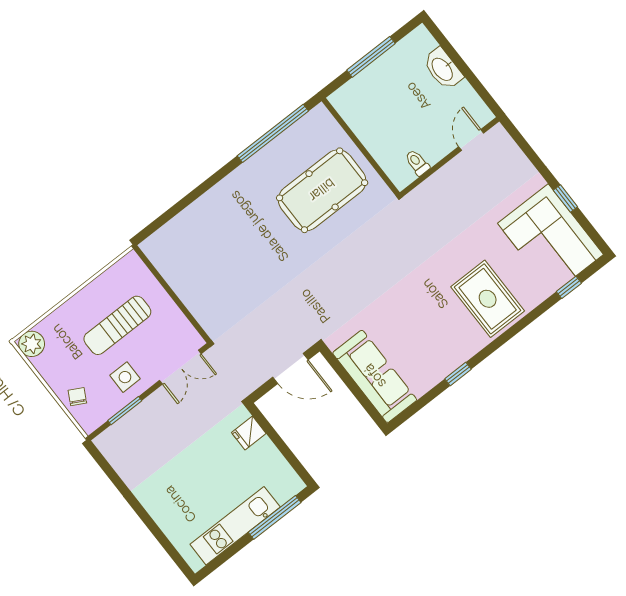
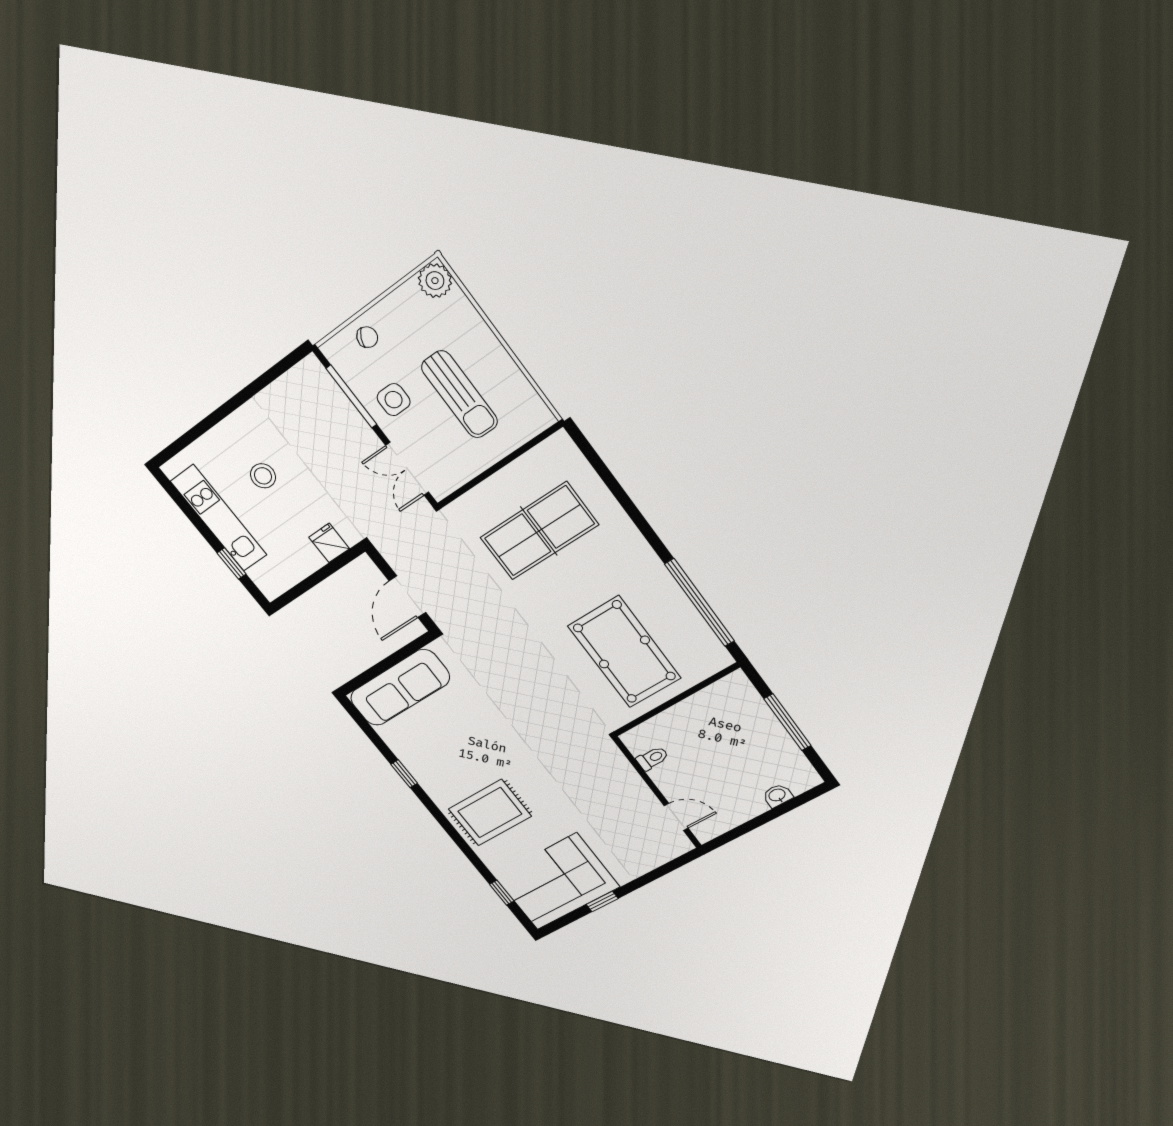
washbasin: (443, 69) -> (777, 795), width x0.52, depth x0.69
table tennis table: (224, 262) -> (539, 531), added
sun lounger: (117, 325) -> (460, 394), turned 180
window: (125, 411) -> (351, 396), width x1.44
stool: (195, 486) -> (263, 476), added
window: (275, 517) -> (232, 563), width x0.46

